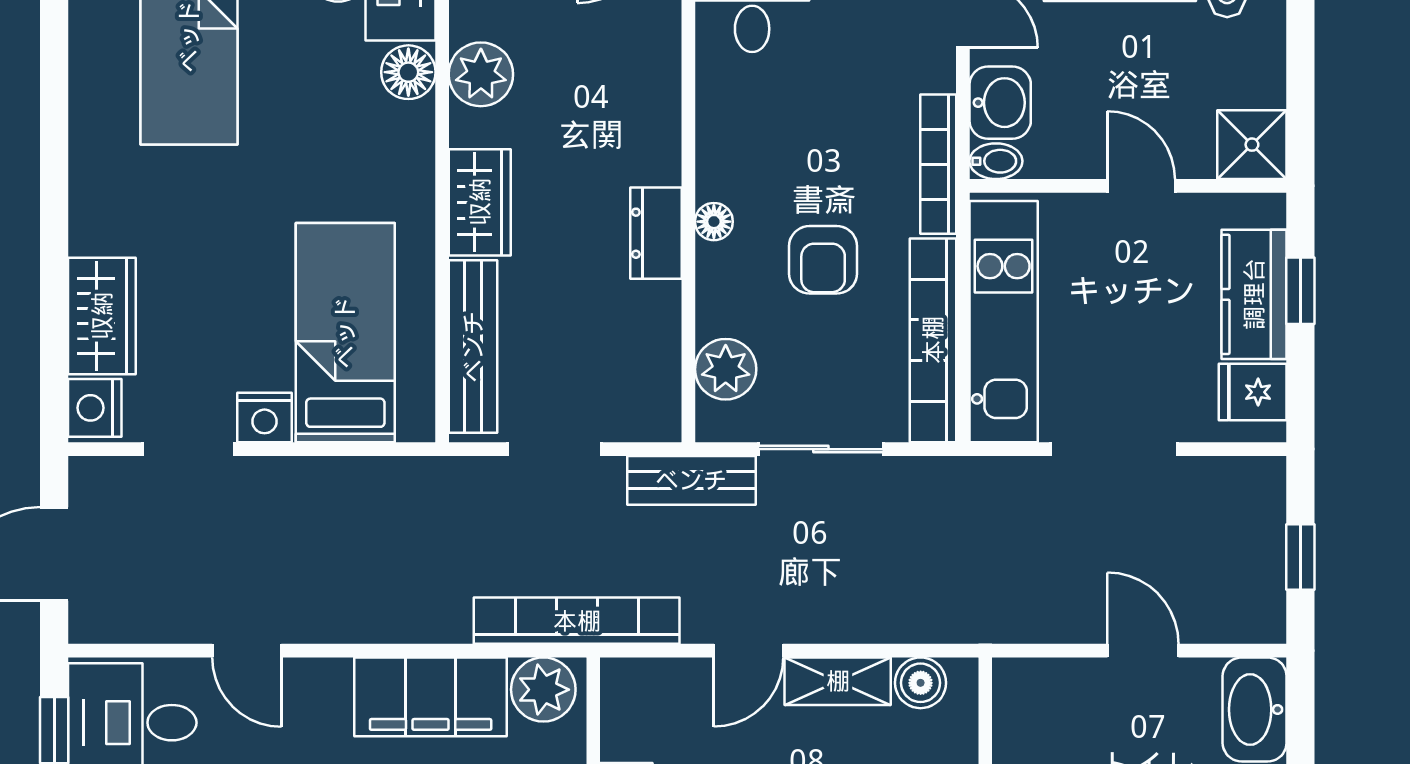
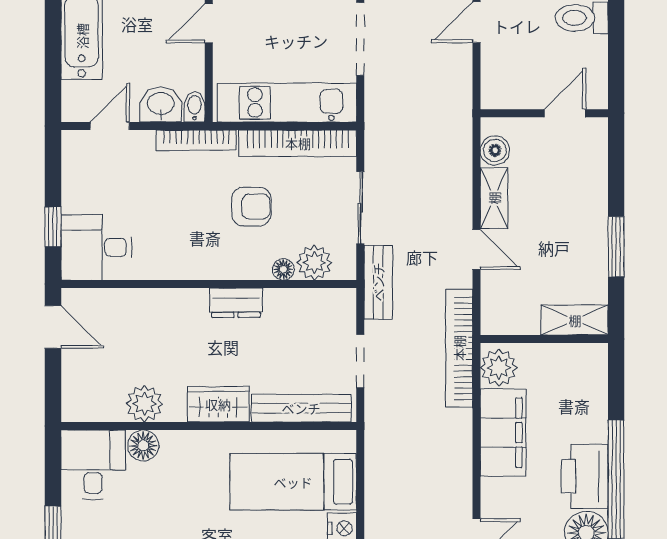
floor lamp: (714, 222) -> (283, 269), moved

